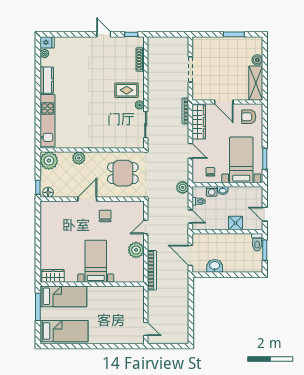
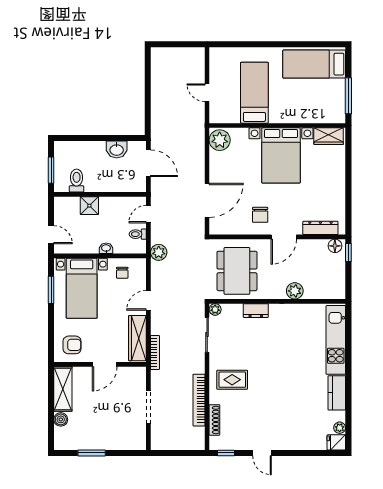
door: (224, 102) -> (105, 364), swing flipped
plant: (140, 105) -> (215, 309), moved
dresser: (109, 143) -> (256, 311), added
door: (190, 151) -> (148, 300), hinge flipped
plant: (49, 161) -> (334, 287), removed
dining table: (123, 173) -> (237, 271), width x1.38
washing machine: (212, 191) -> (120, 247), removed
dresser: (59, 206) -> (320, 228), added
door: (265, 214) -> (51, 235), moved
door: (190, 217) -> (148, 214), hinge flipped
door: (146, 227) -> (207, 200), width x1.87
toilet: (257, 242) -> (77, 181), moved
plant: (136, 250) -> (220, 140), moved
bed with nightstands: (96, 261) -> (281, 155), width x1.36
bookcase: (152, 270) -> (199, 400), moved
bed: (63, 296) -> (254, 93), moved, turned 90
door: (146, 329) -> (207, 93), moved

